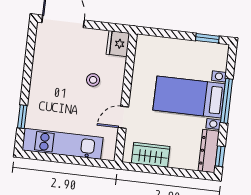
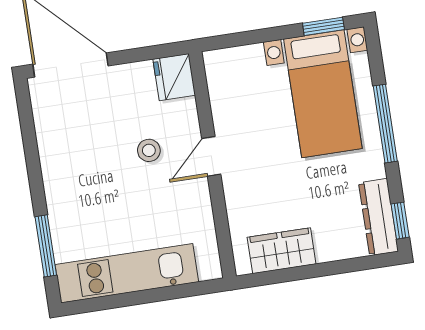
bed with nightstands: (189, 97) -> (323, 94), moved, turned -90
window: (22, 117) -> (46, 246), width x1.50
door: (123, 117) -> (211, 156), moved

